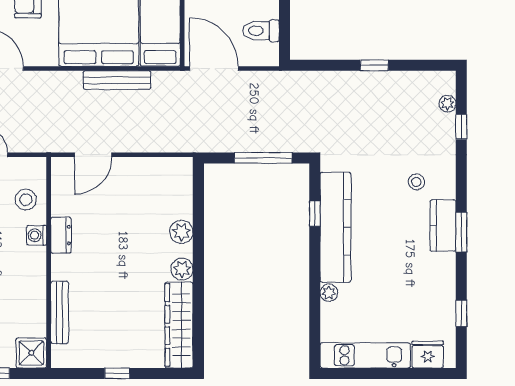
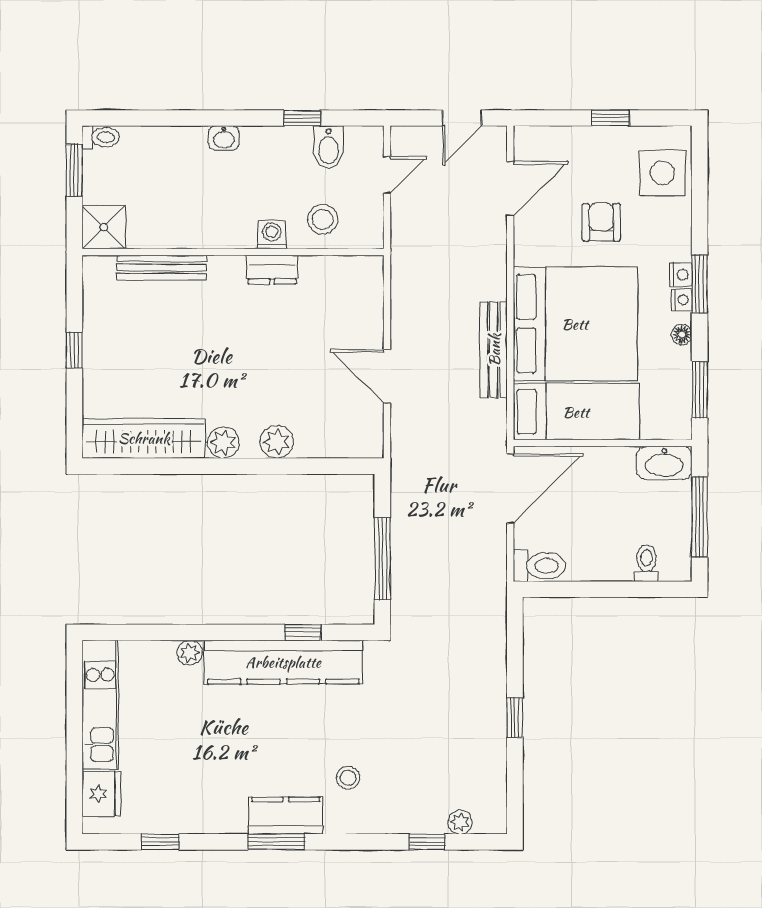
toilet: (261, 31) -> (539, 566), moved, turned 90
door: (93, 155) -> (387, 376), moved

